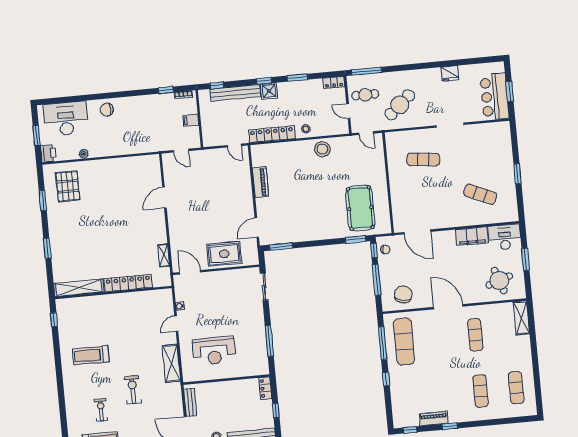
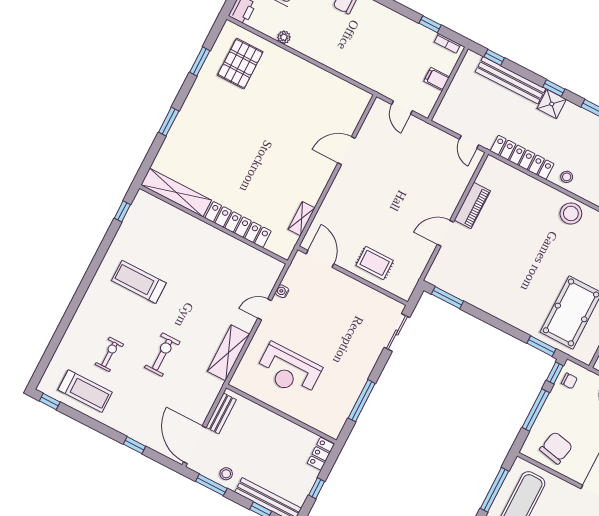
door: (257, 228) -> (445, 233), moved
rug: (224, 254) -> (375, 263), width x0.73, depth x0.70

